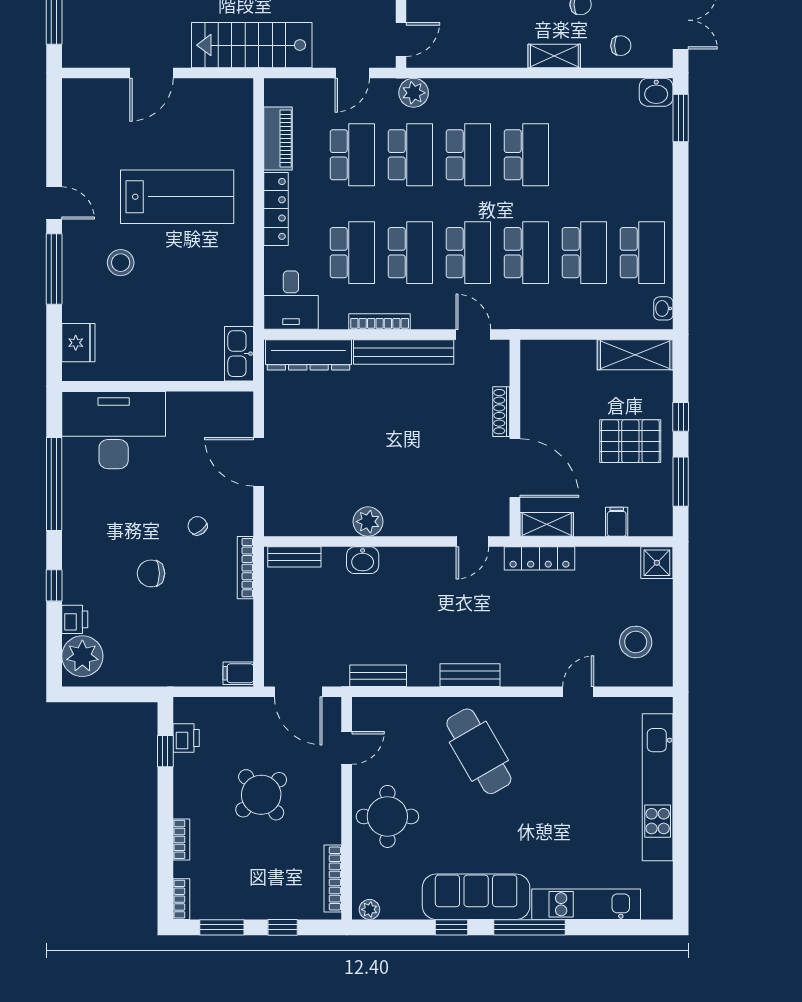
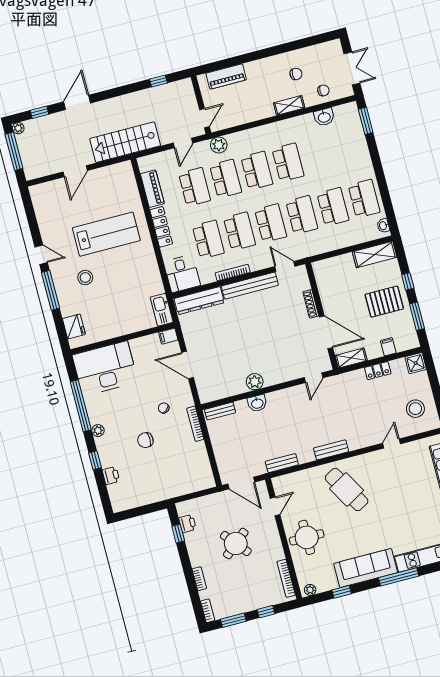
washbasin: (656, 92) -> (324, 117), moved
locker: (539, 558) -> (378, 371), moved, width x0.66
plant: (82, 656) -> (98, 431), moved, width x0.53, depth x0.53
filing cabinet: (238, 673) -> (168, 336), moved
window: (452, 927) -> (342, 592), moved

